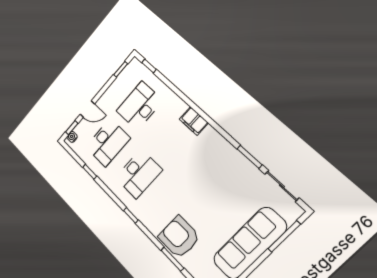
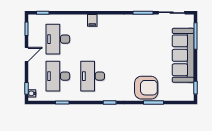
door: (87, 109) -> (27, 54), moved
filing cabinet: (194, 121) -> (92, 20), width x0.50
desk: (108, 143) -> (58, 76), turned 180
desk: (139, 174) -> (93, 76), turned 180
armchair: (179, 237) -> (146, 88), turned 180

